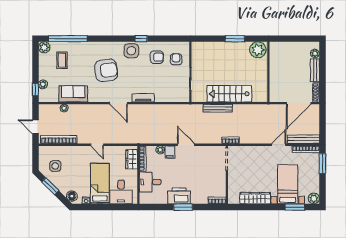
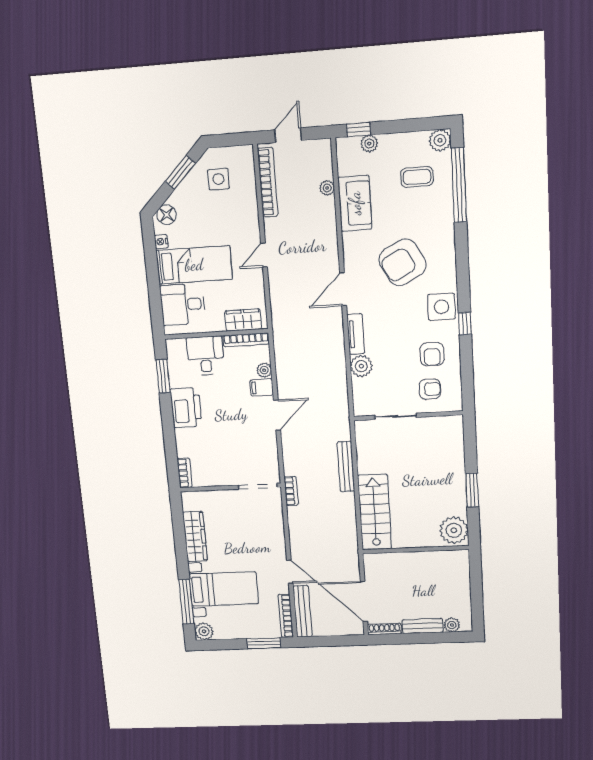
armchair: (106, 70) -> (402, 262), turned 70
stairs: (229, 94) -> (375, 512), moved
plant: (161, 96) -> (361, 366), added
window: (183, 207) -> (163, 376), moved
window: (295, 207) -> (186, 602), width x1.44

